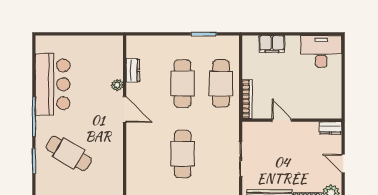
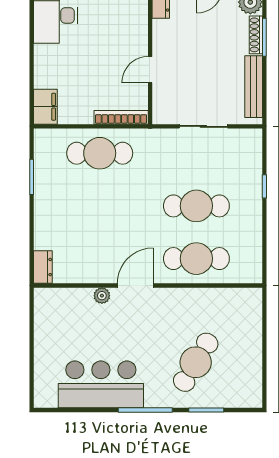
filing cabinet: (272, 44) -> (45, 107), moved
dresser: (133, 70) -> (43, 267), moved, turned 90
cafe table: (183, 83) -> (196, 259), moved

